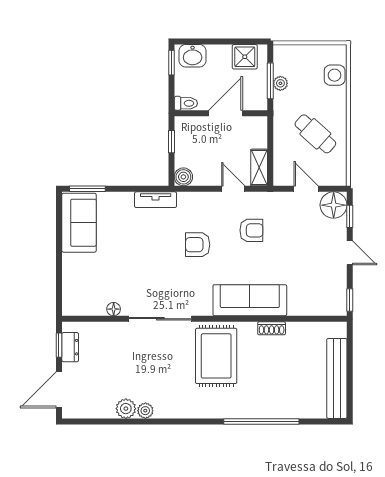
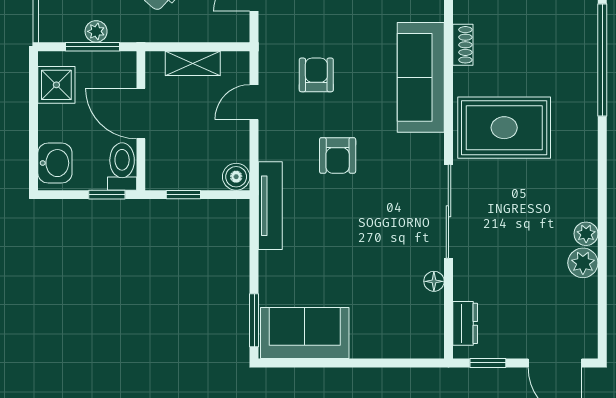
window: (171, 63) -> (107, 195), moved
toilet: (186, 103) -> (122, 166), width x1.37, depth x1.39
shelving: (259, 168) -> (193, 63), moved
tv unit: (156, 200) -> (270, 206), width x1.41
dresser: (70, 347) -> (465, 323), moved, turned 90

